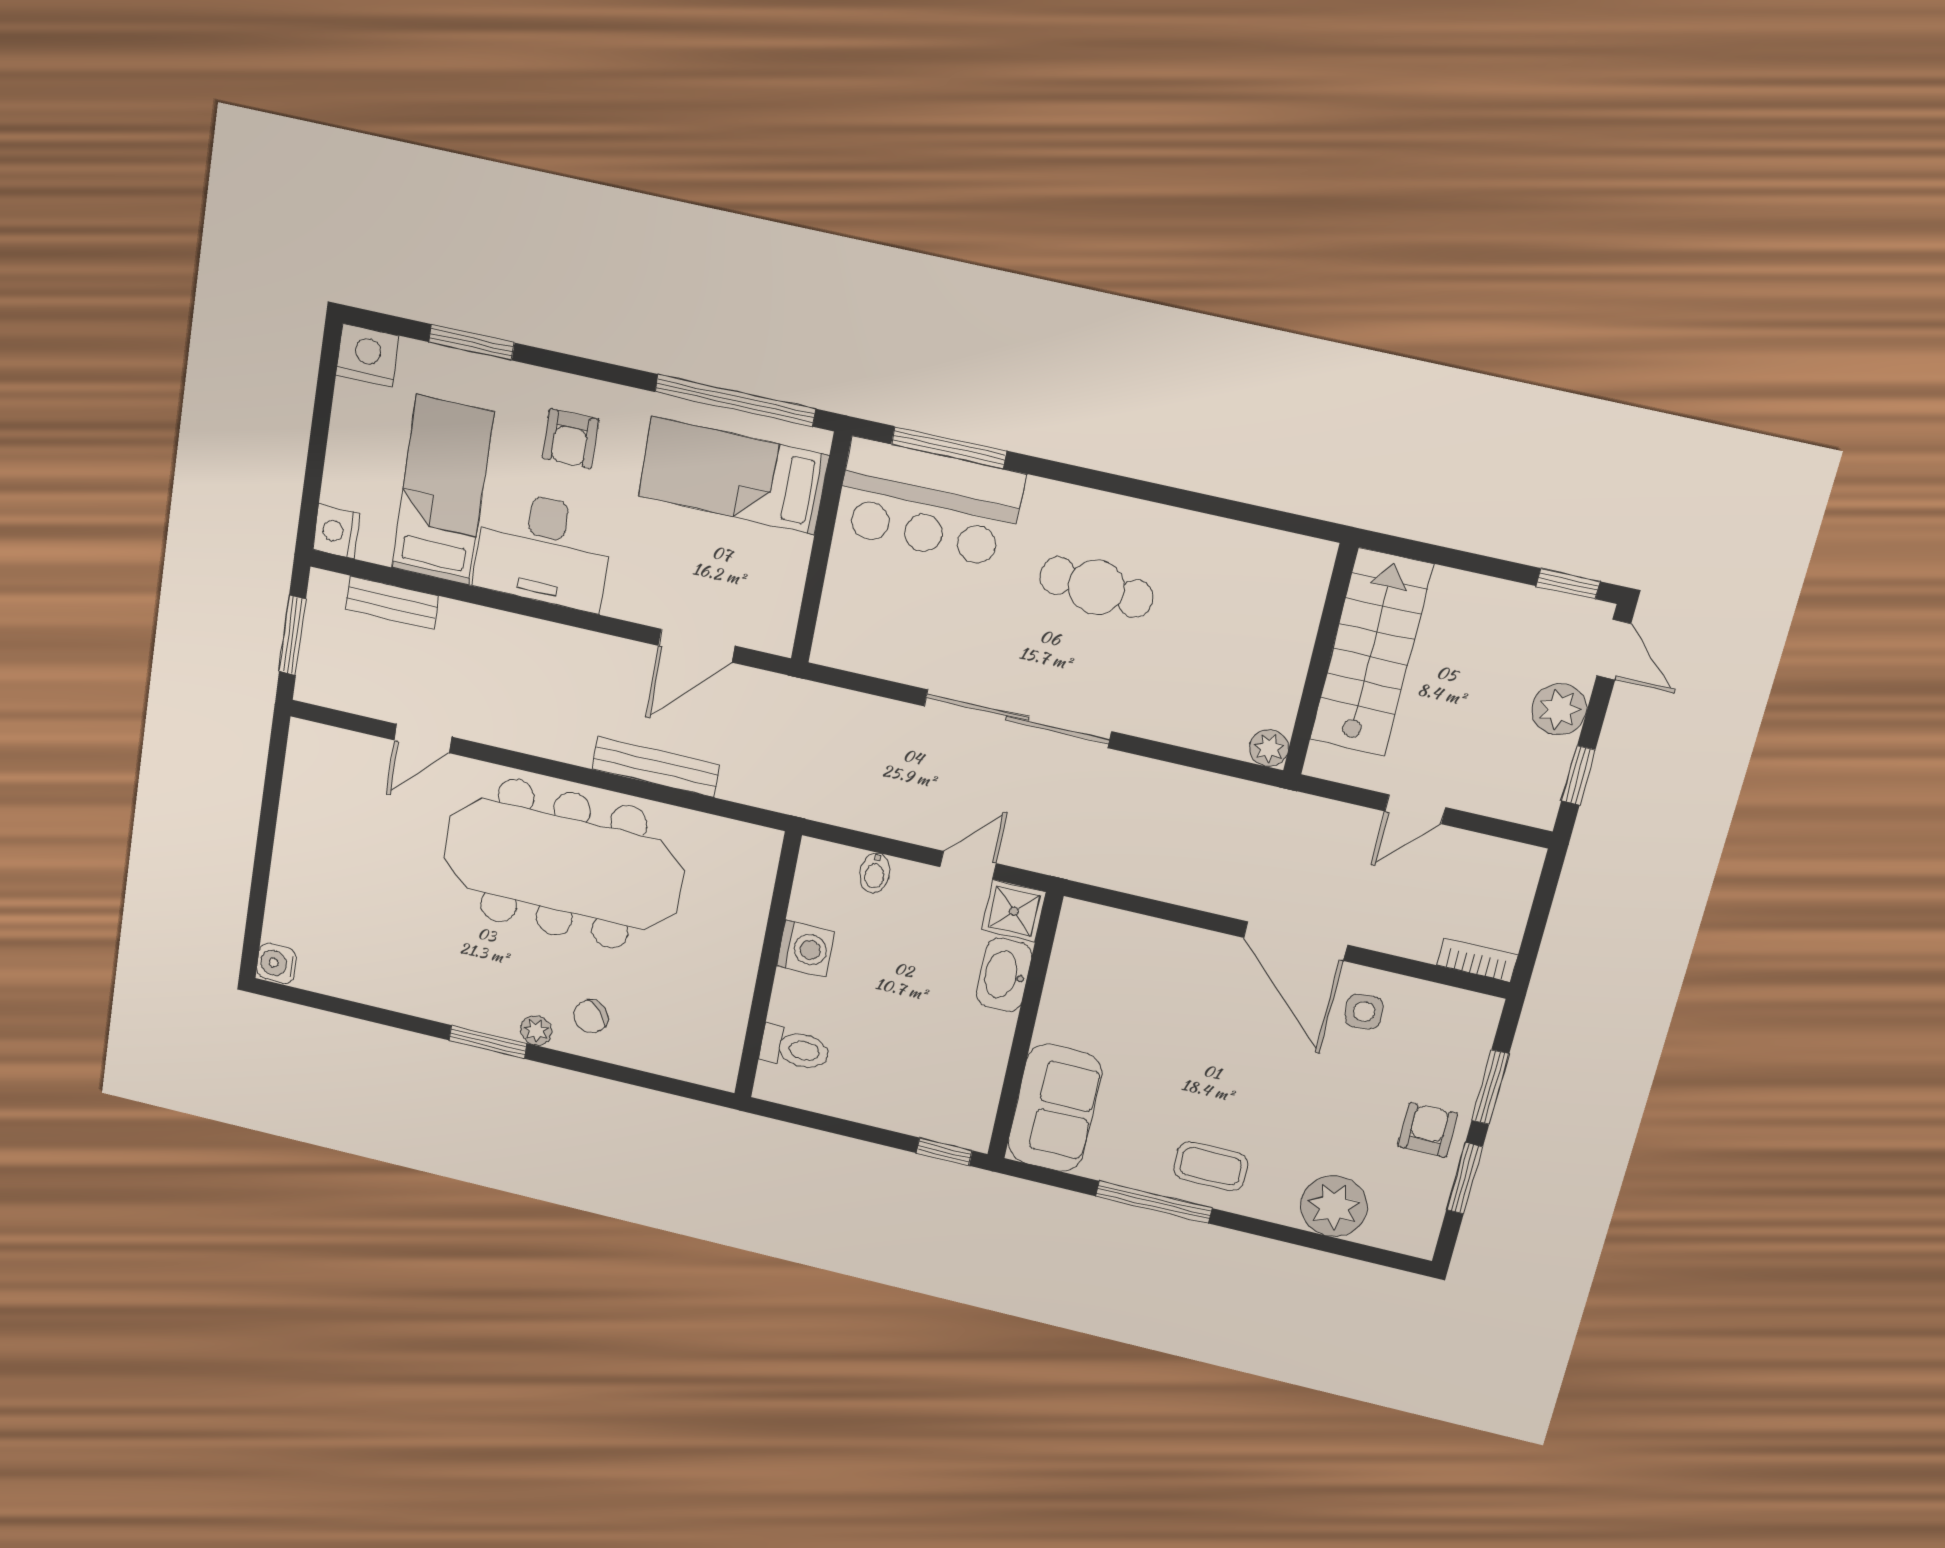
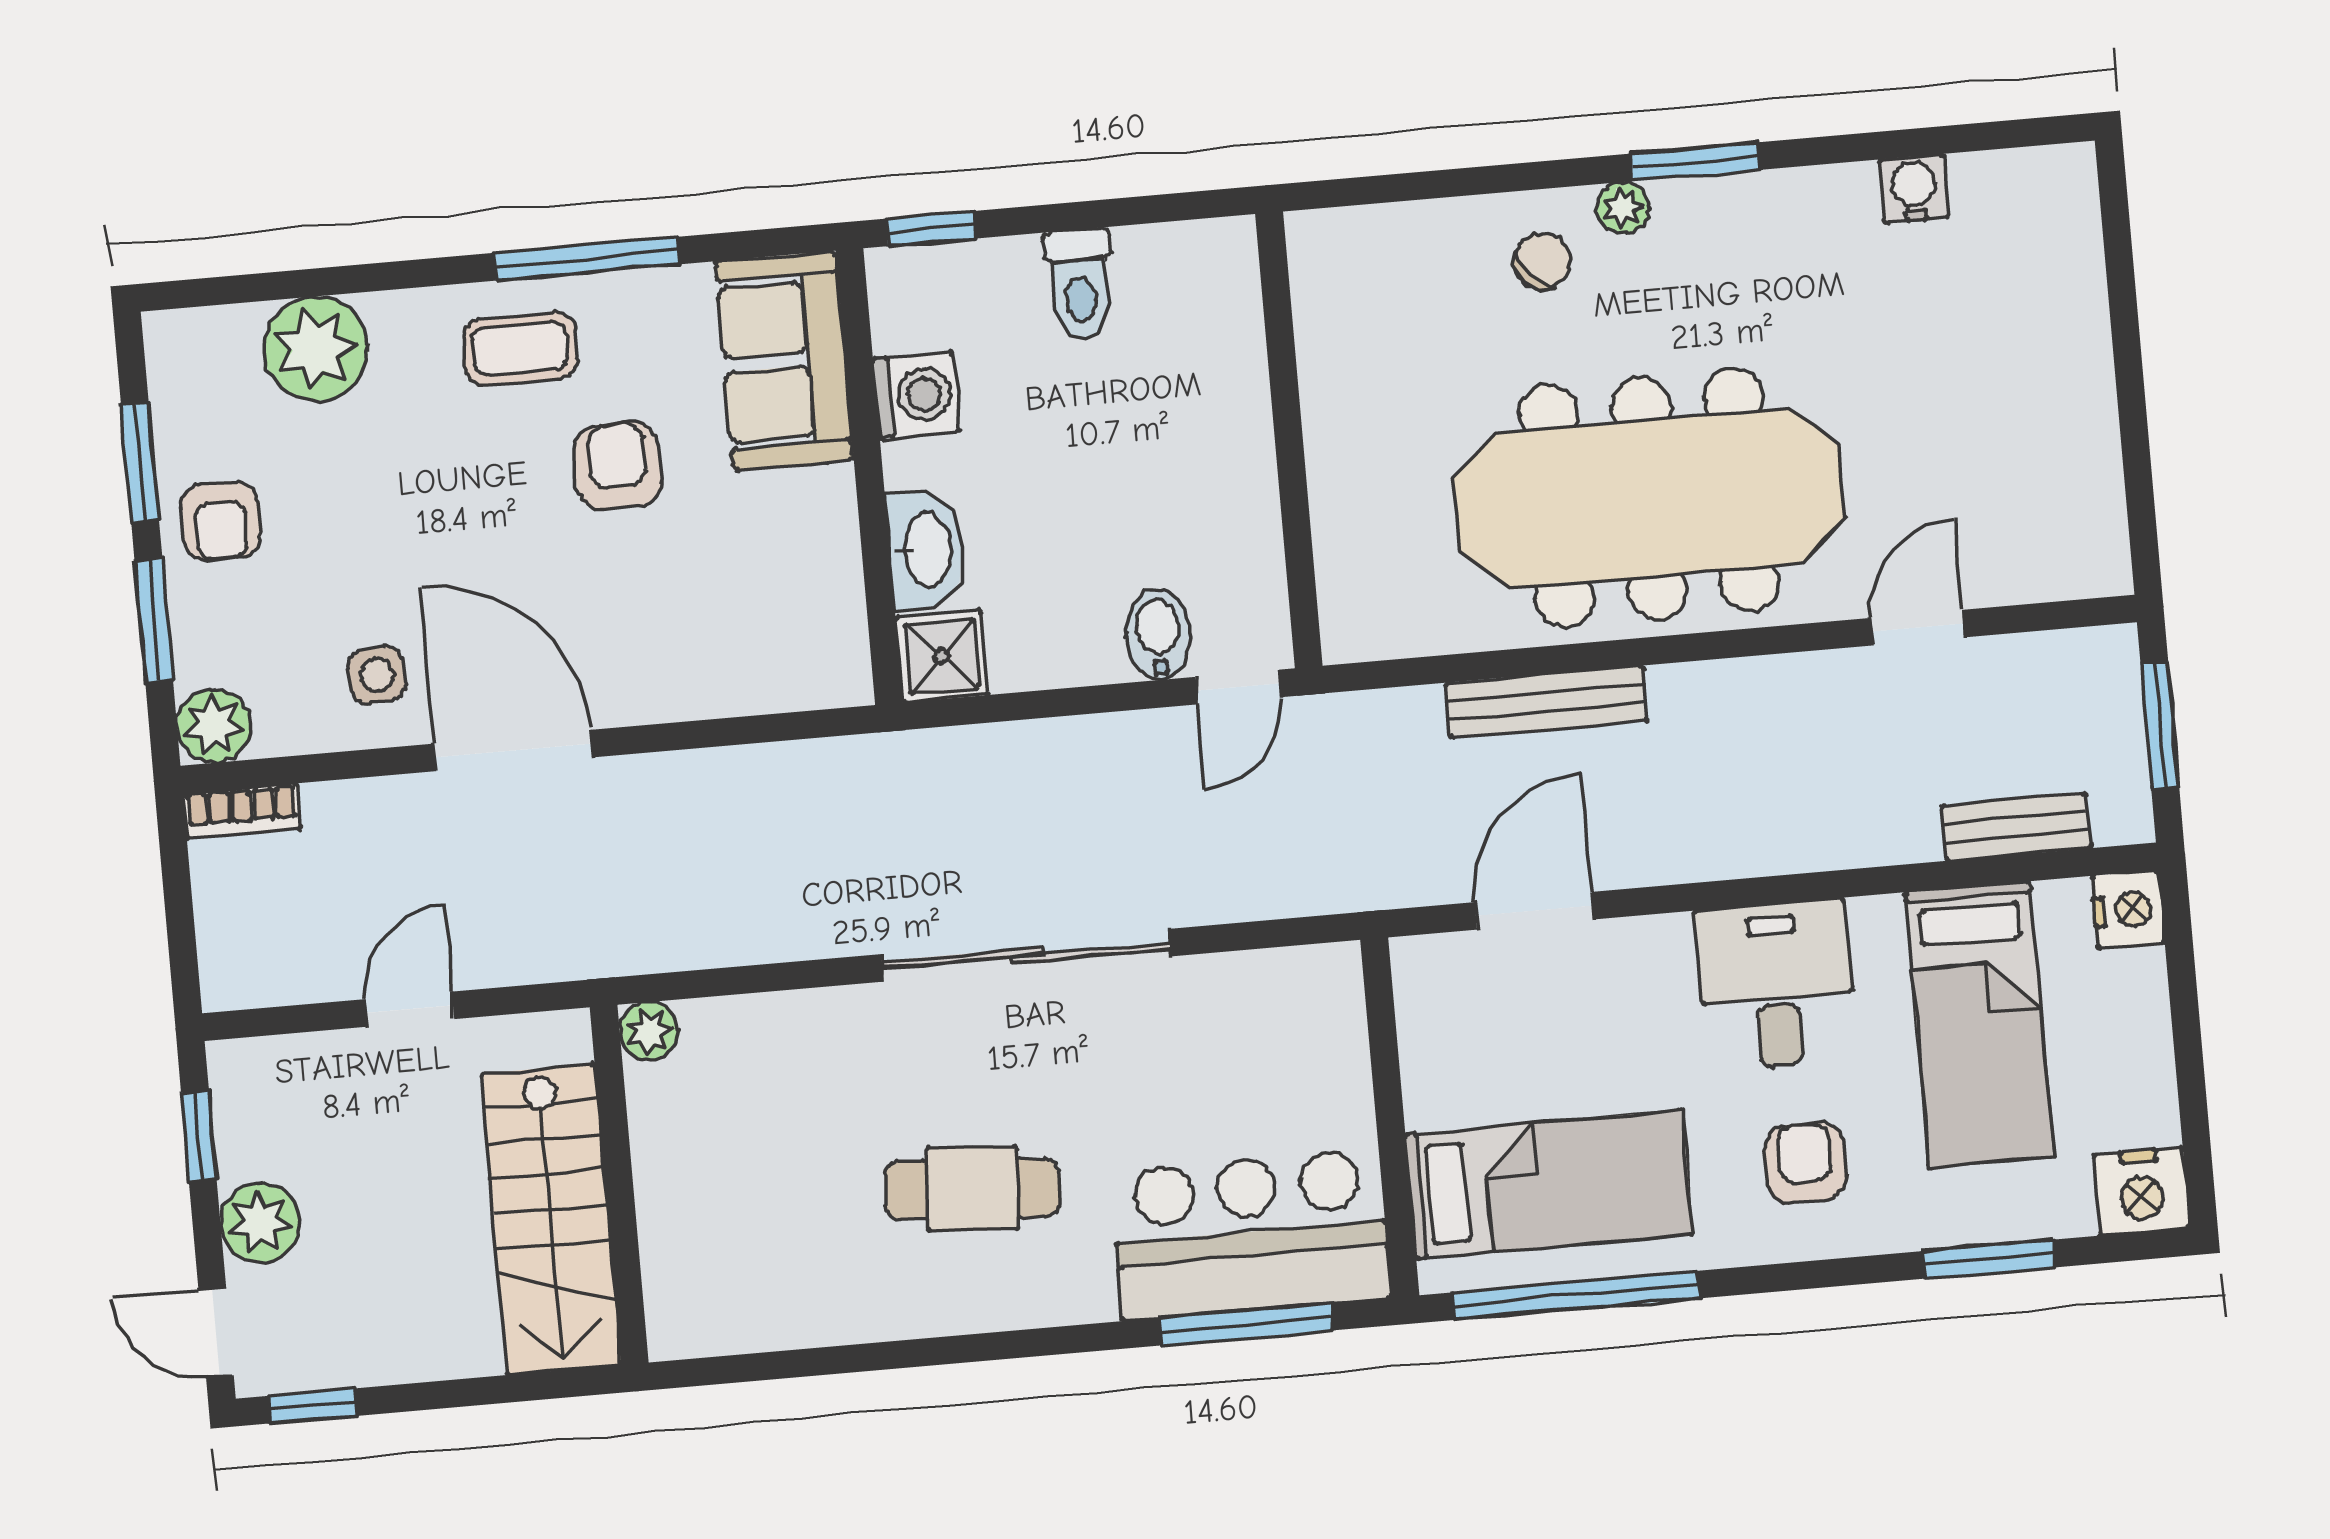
desk: (543, 550) -> (1776, 985), width x0.73
door: (968, 865) -> (1238, 687), moved
bidet: (875, 873) -> (1158, 634), width x1.38, depth x1.36
washing machine: (805, 949) -> (916, 395), moved, turned 180
water cooler: (277, 963) -> (1914, 189), moved, turned -90
plant: (1476, 1015) -> (214, 726), added
toilet: (795, 1049) -> (1080, 284), moved, turned -90
armchair: (1175, 1082) -> (617, 466), added

